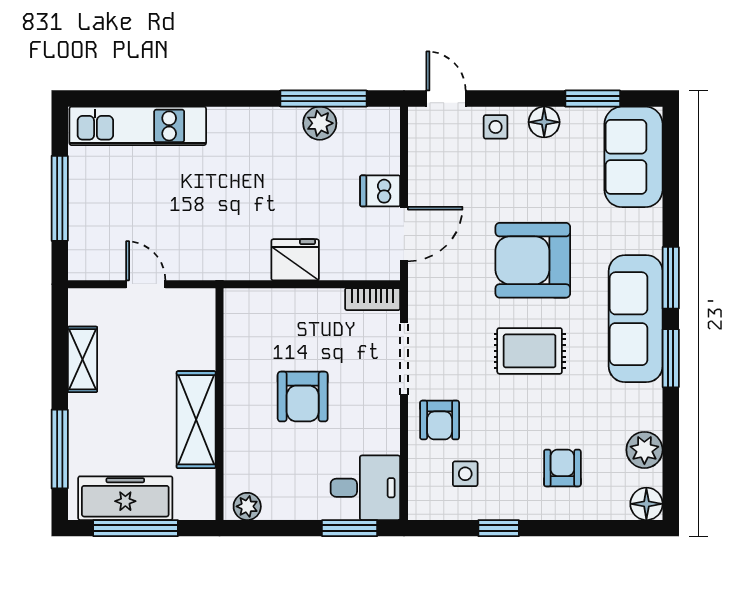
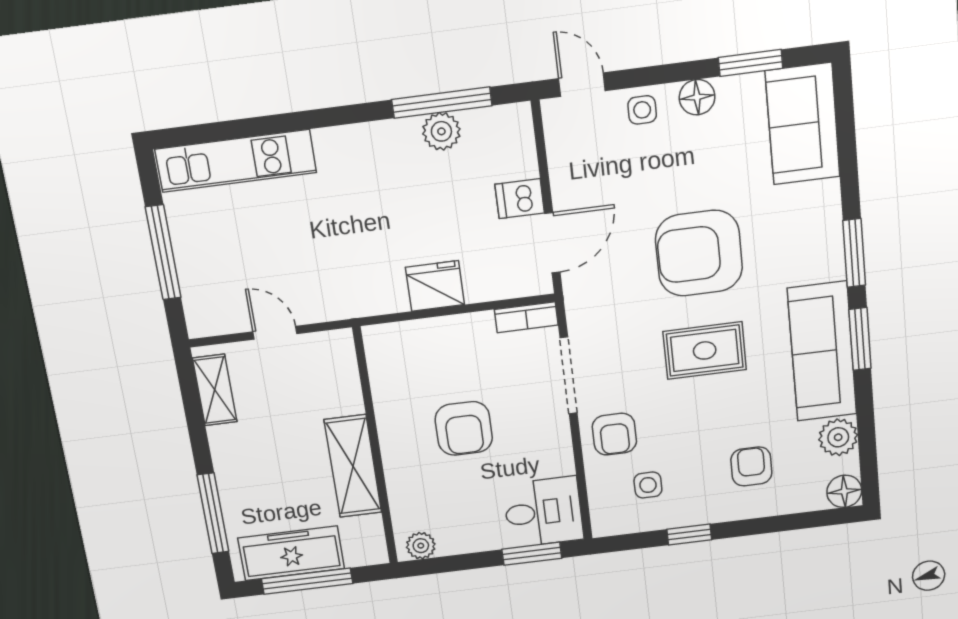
sofa: (636, 319) -> (822, 352), moved
shelving: (83, 359) -> (215, 390), moved

